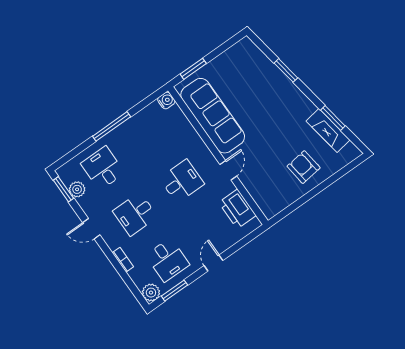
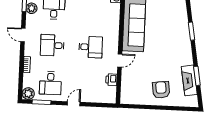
printer: (237, 209) -> (111, 80), width x0.53, depth x0.68

